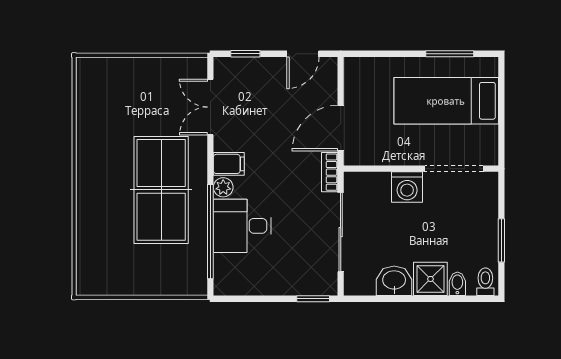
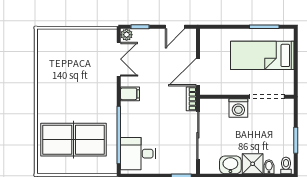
double door: (210, 107) -> (119, 59), swing flipped
plant: (223, 187) -> (127, 35), moved
table tennis table: (161, 190) -> (74, 140), moved, turned 90
desk: (242, 226) -> (138, 154), moved

